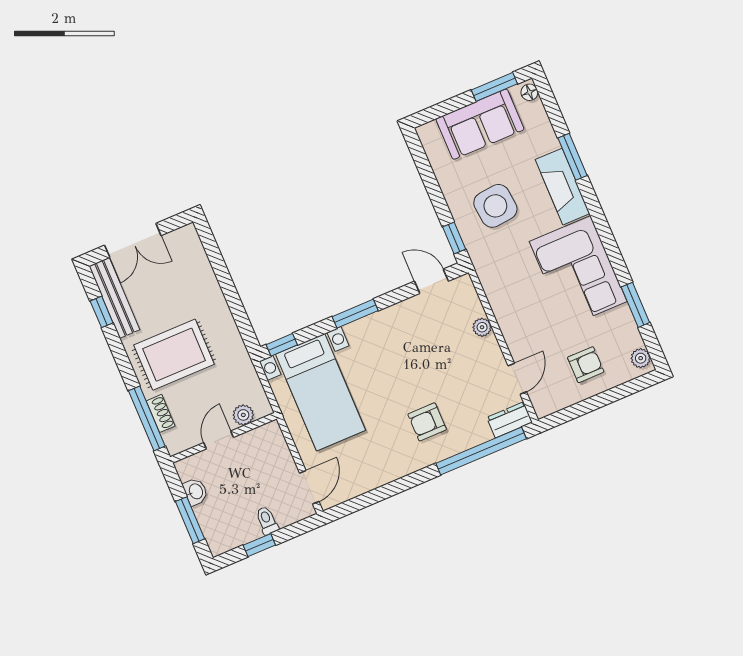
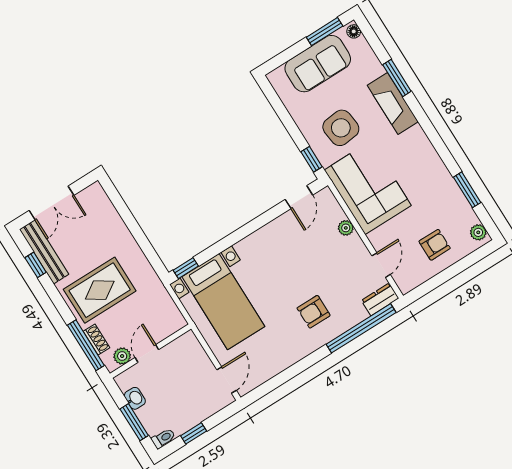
corner sofa: (578, 272) -> (368, 188), moved, turned 180
door: (431, 281) -> (299, 197), swing flipped
window: (355, 314) -> (241, 233), removed
plant: (243, 415) -> (122, 356), moved
toilet: (267, 520) -> (163, 438), moved, turned 90

